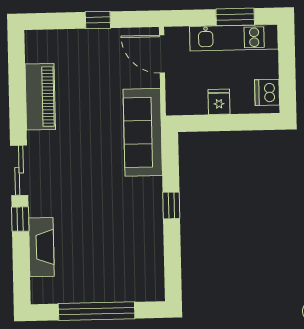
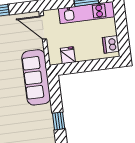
fridge: (219, 102) -> (68, 55), moved

